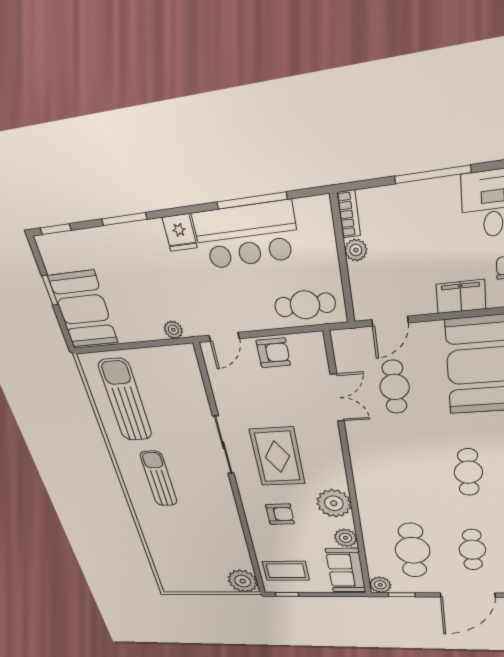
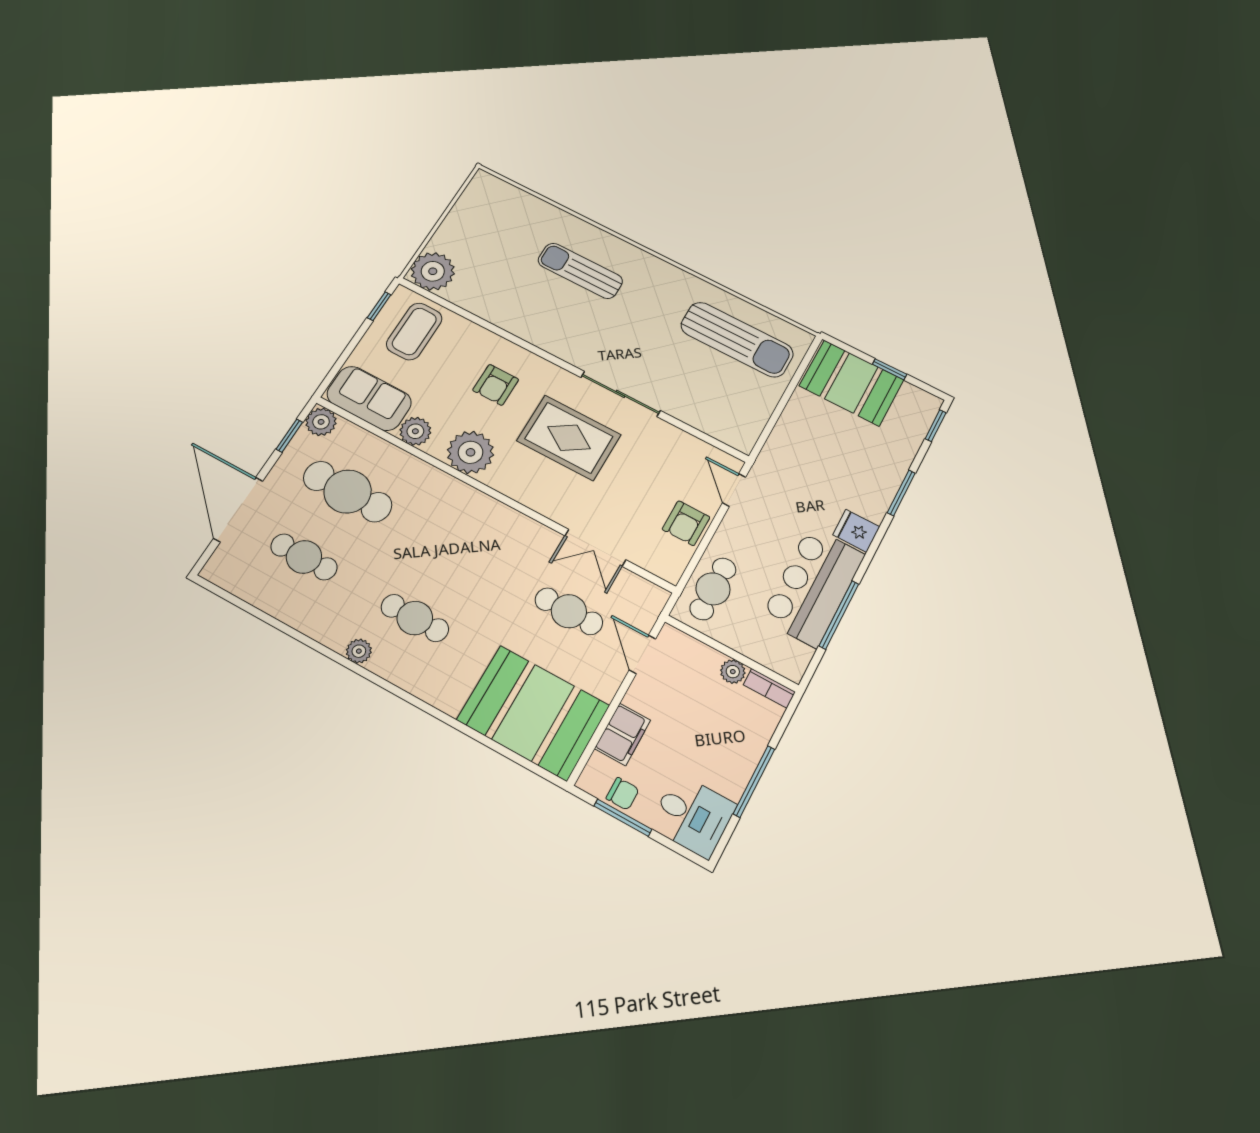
plant: (173, 330) -> (774, 449), removed
sun lounger: (159, 479) -> (580, 271), moved, turned 180

